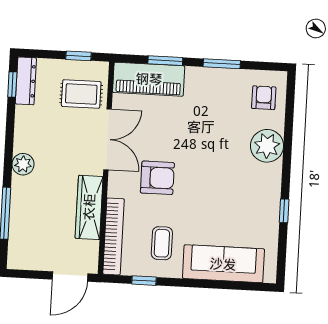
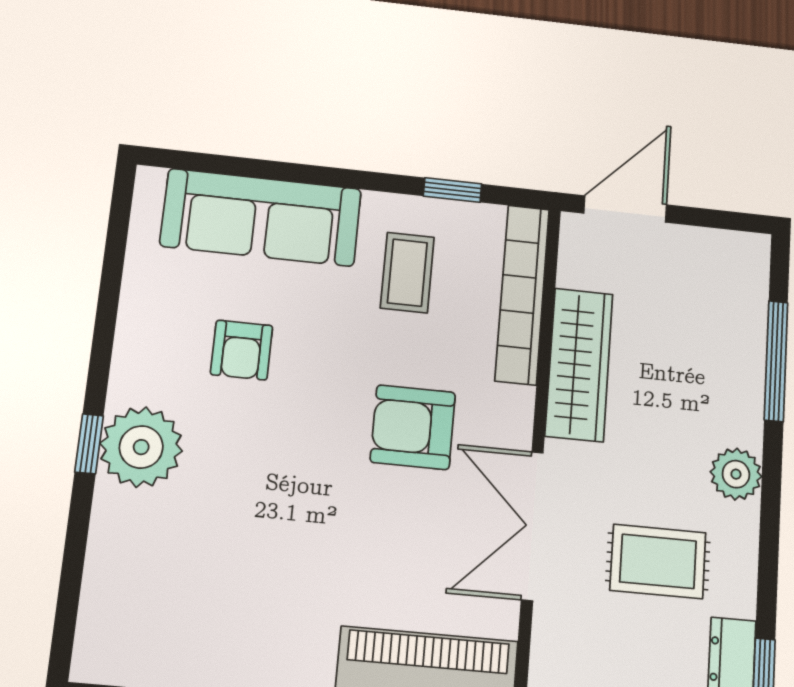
rug: (81, 94) -> (658, 561), moved
armchair: (264, 98) -> (242, 350), moved
plant: (267, 146) -> (141, 447), moved
window: (284, 211) -> (89, 444), moved

